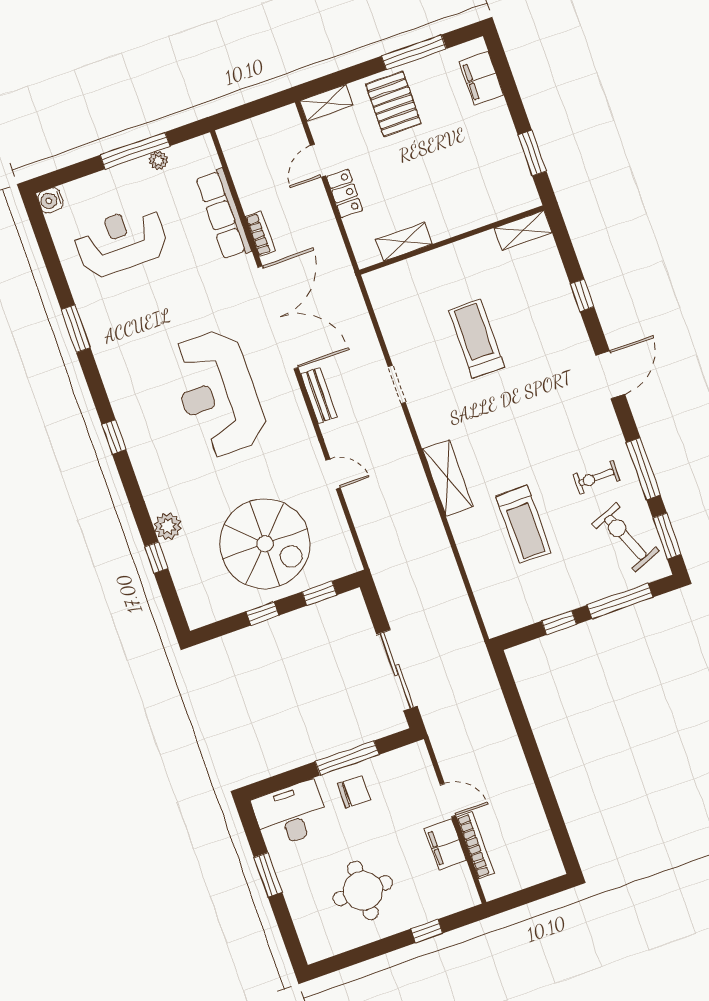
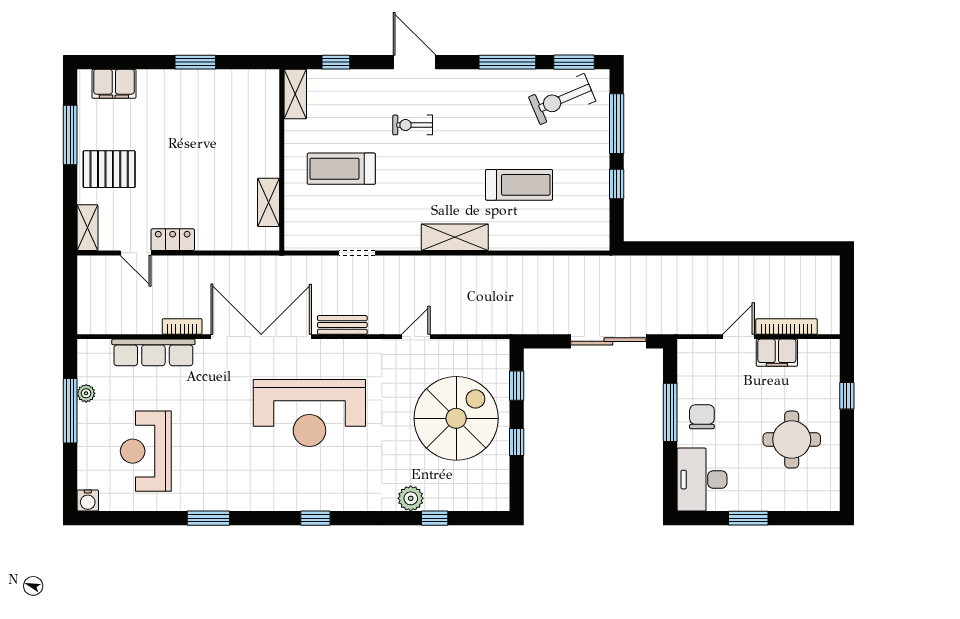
shelving: (523, 230) -> (295, 94), moved
wall: (452, 240) -> (282, 160), moved
shelving: (404, 242) -> (269, 202), moved
exercise bike: (596, 477) -> (413, 125), moved, turned 90

